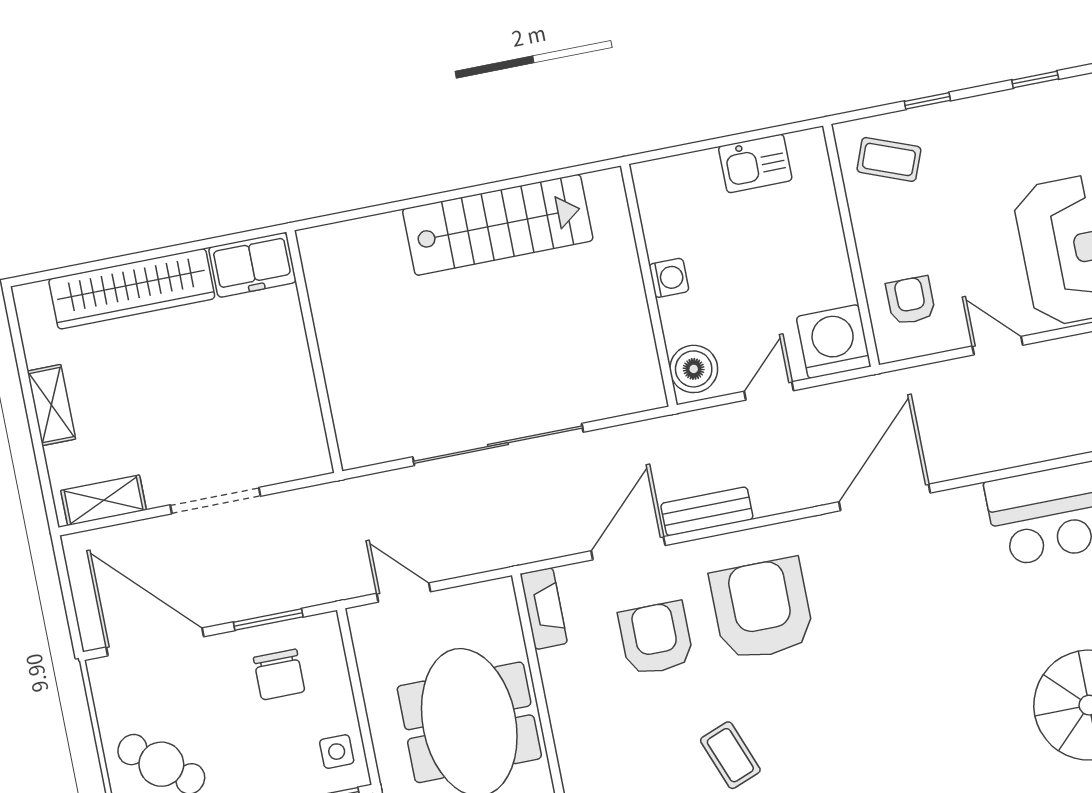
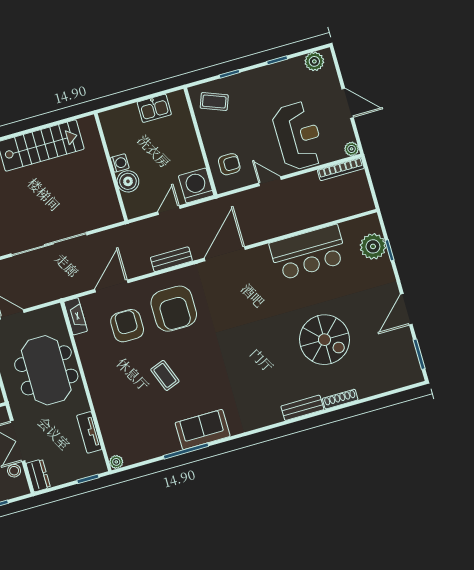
armchair: (911, 300) -> (229, 164), turned 90
boiler: (694, 369) -> (128, 181), moved
bench: (707, 511) -> (171, 259), moved
armchair: (762, 609) -> (174, 309), turned 180

